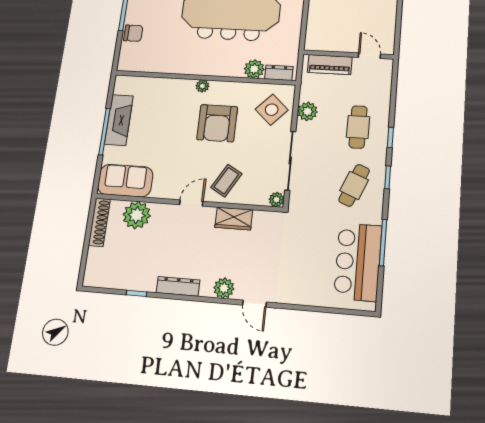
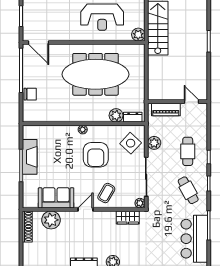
sofa: (125, 181) -> (56, 198), moved
cafe table: (354, 185) -> (188, 190), turned -51
wardrobe: (234, 219) -> (128, 217), moved

